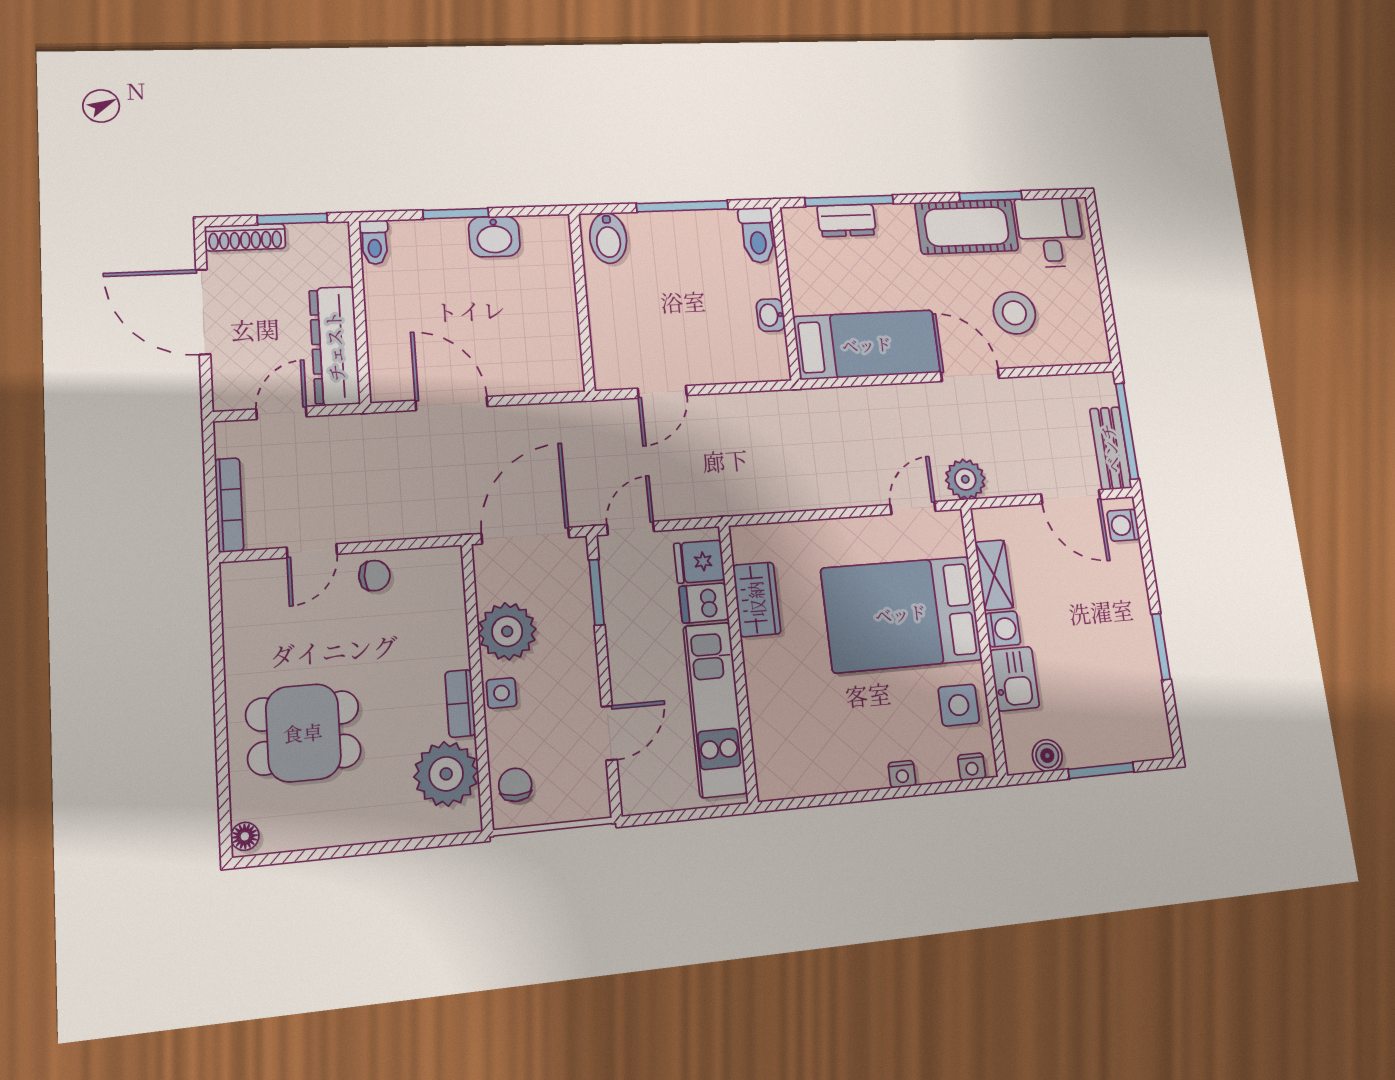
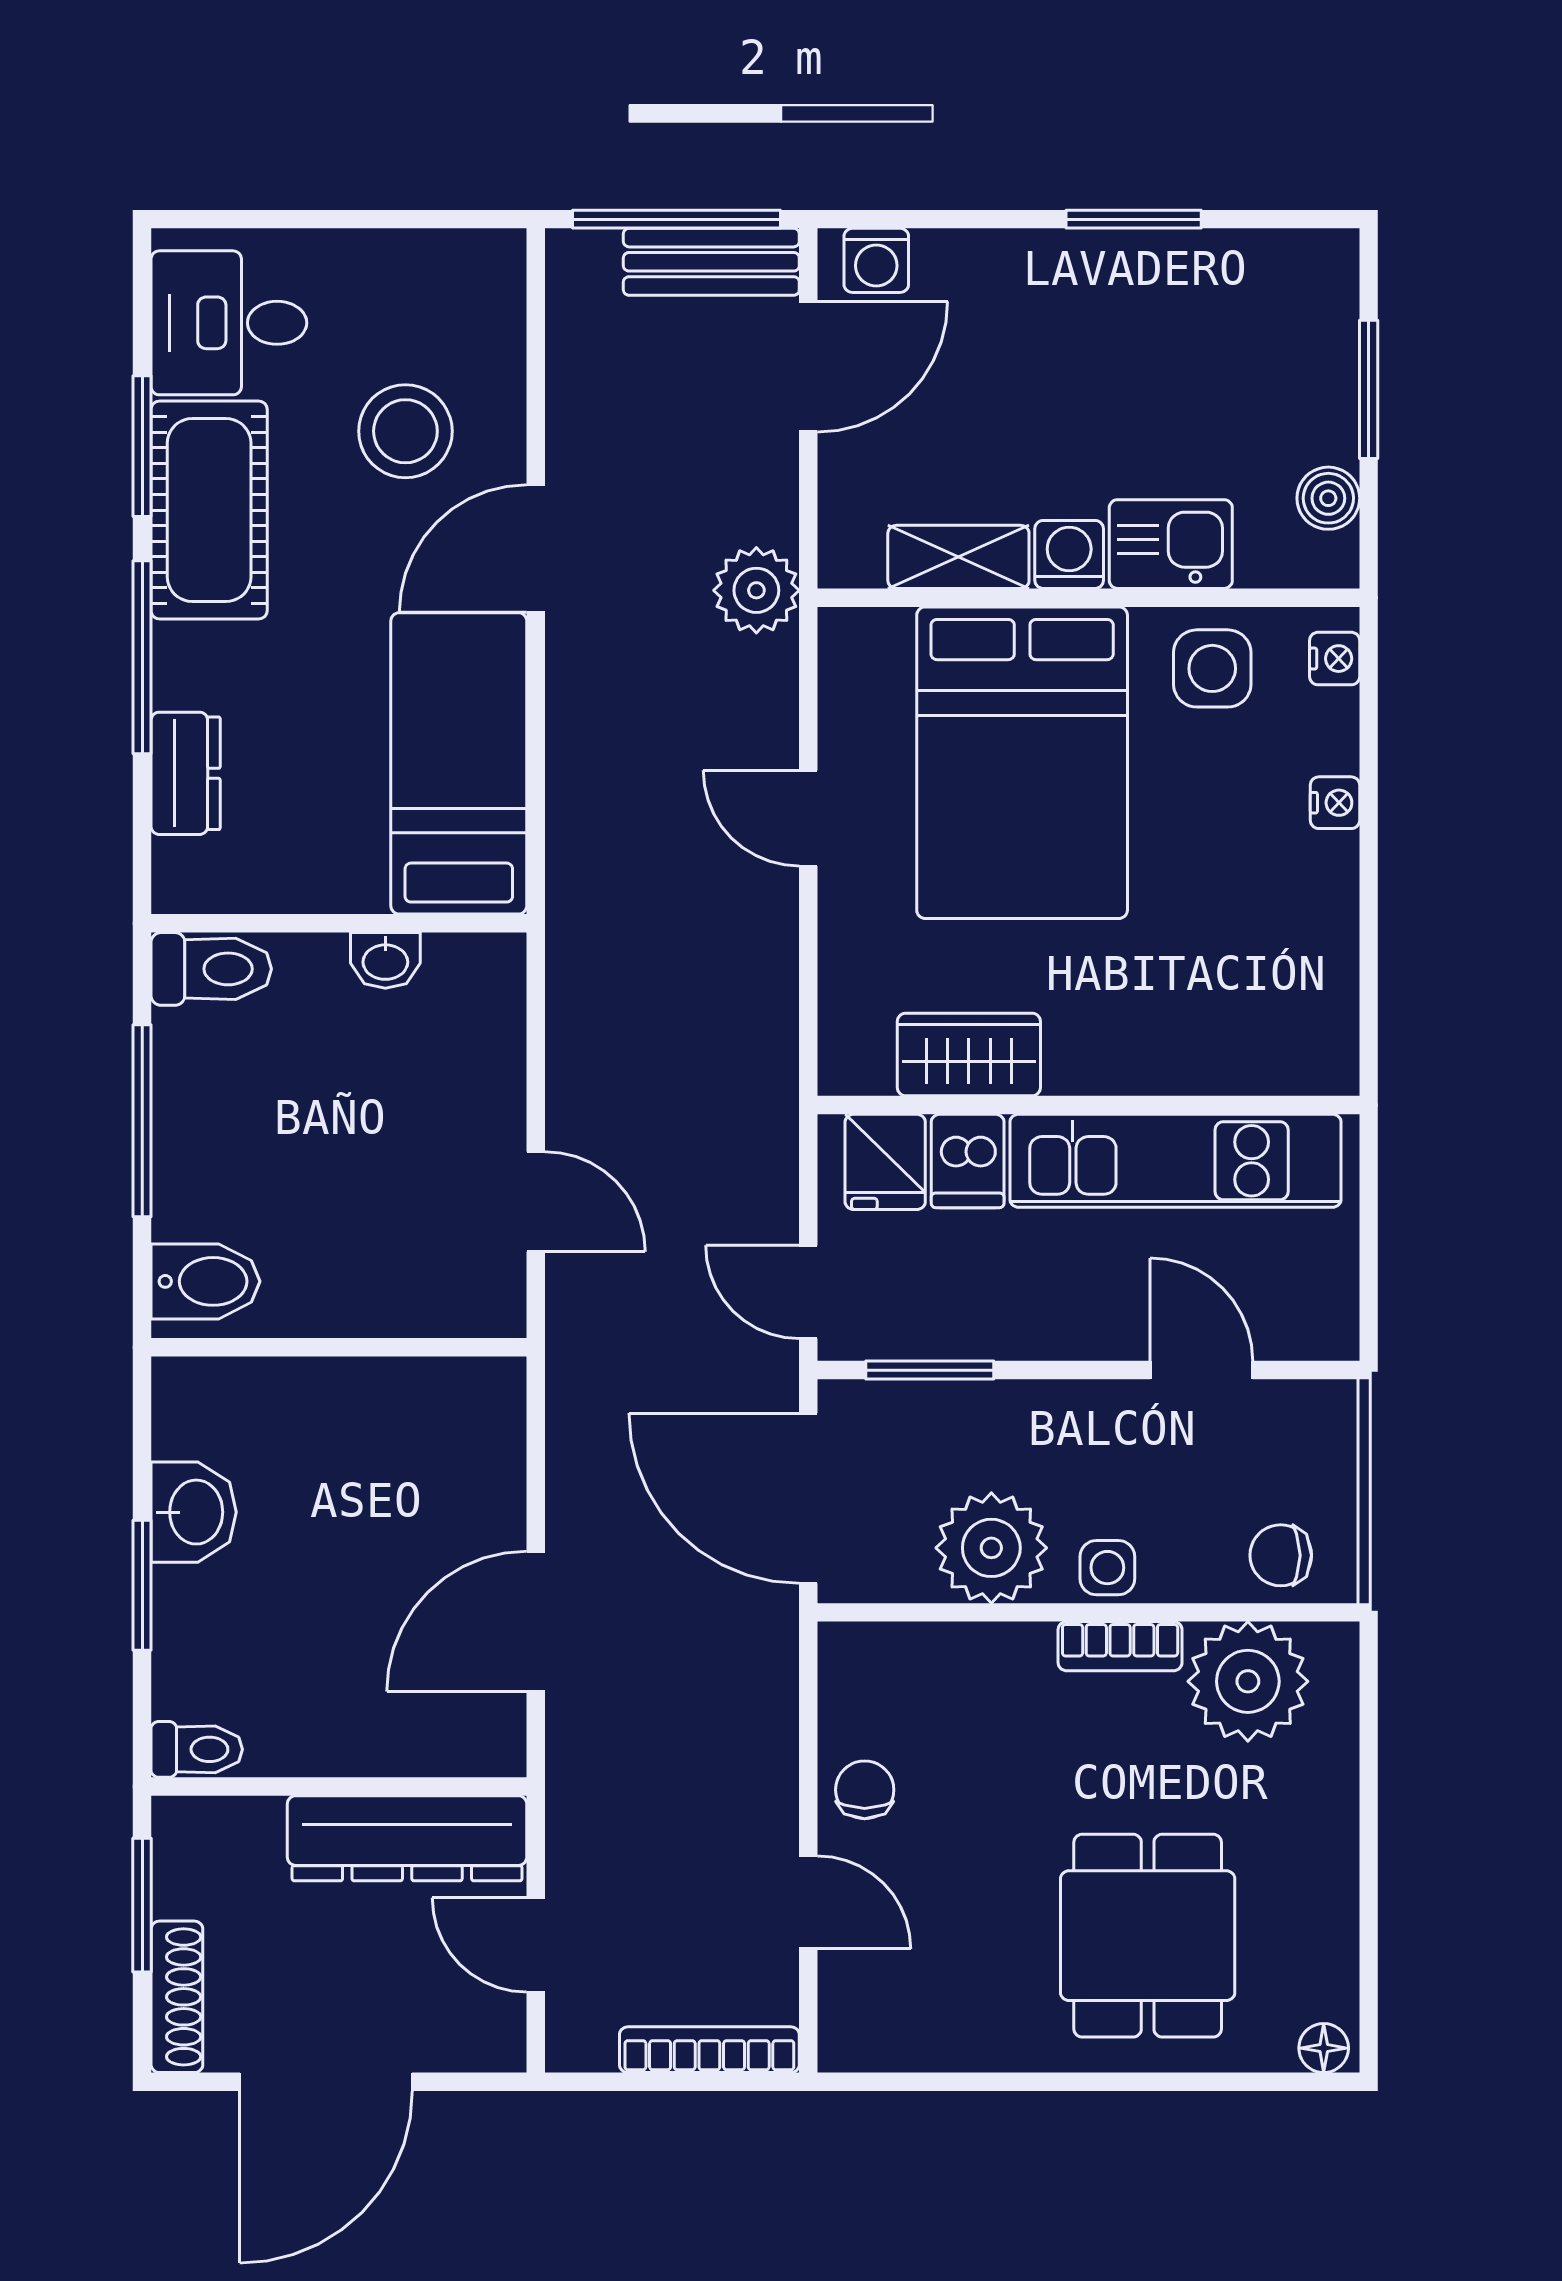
window: (849, 201) -> (142, 657), moved
door: (913, 508) -> (808, 818), moved

